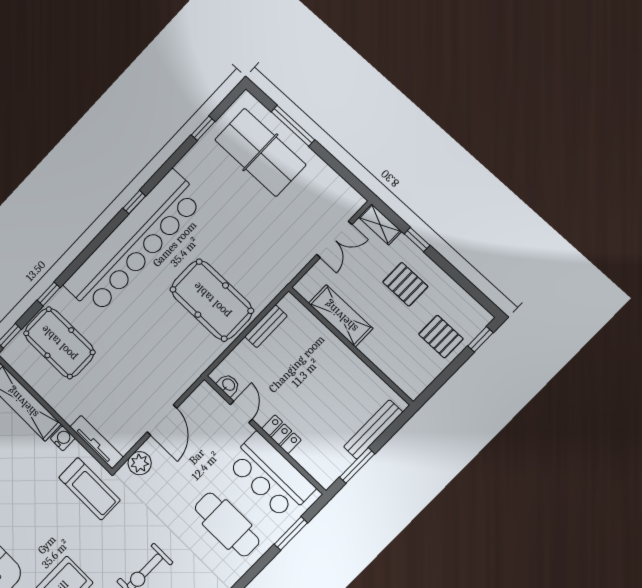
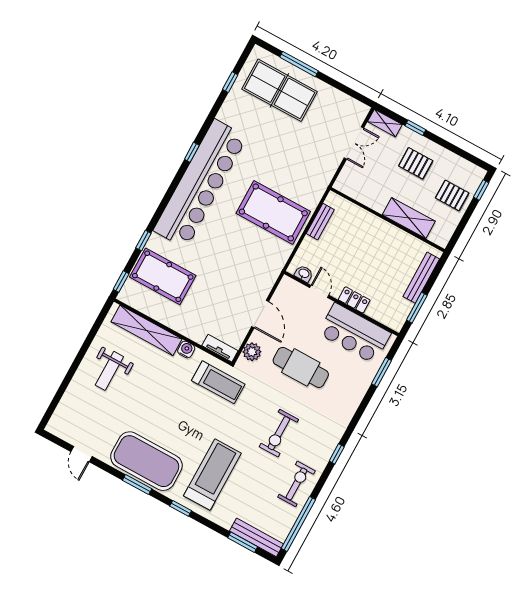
shelving: (341, 316) -> (409, 218), moved
tv unit: (97, 442) -> (220, 348), width x0.71
cafe table: (227, 524) -> (301, 367), moved

